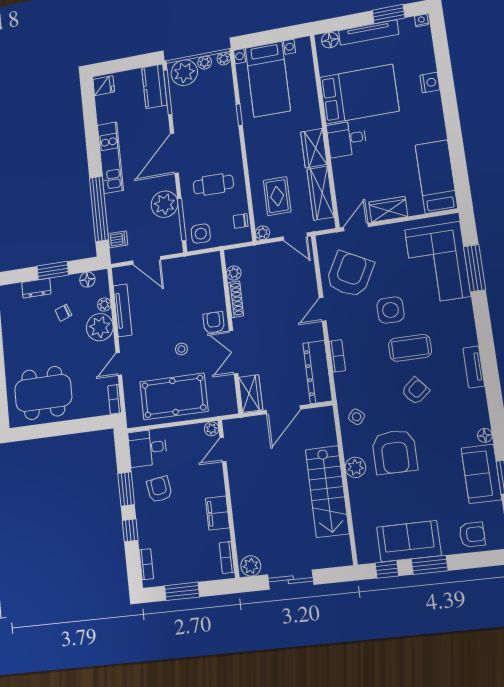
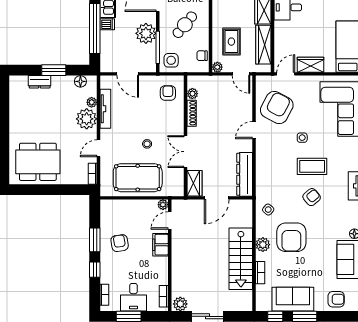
cafe table: (213, 184) -> (185, 25), turned -50
dishwasher: (118, 239) -> (107, 24), moved
side table: (390, 310) -> (302, 138), width x0.54, depth x0.54
chair: (63, 313) -> (59, 104), removed
armchair: (214, 322) -> (168, 93), moved
bookcase: (337, 356) -> (260, 273), moved
desk: (148, 448) -> (133, 297), moved, turned -90
filing cabinet: (217, 513) -> (160, 245), moved

